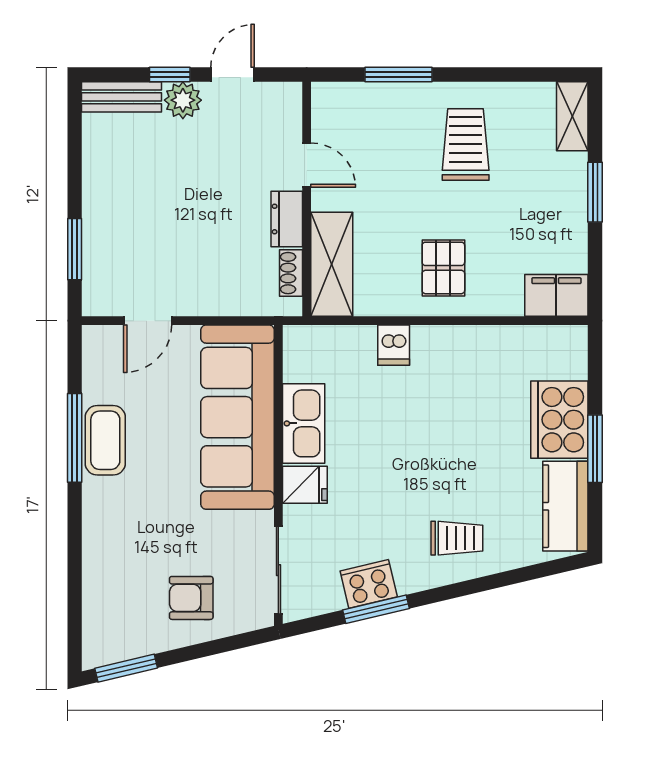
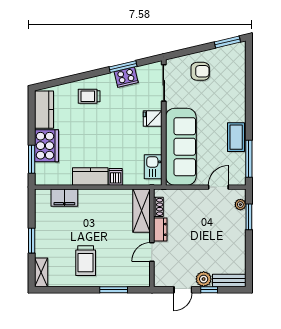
door: (307, 165) -> (152, 252), hinge flipped
pallet: (443, 268) -> (95, 209), removed
plant: (95, 279) -> (240, 205), added
filing cabinet: (556, 295) -> (64, 198), moved
kitchen counter: (455, 346) -> (90, 176), added
kitchen sink: (304, 423) -> (153, 167), moved, width x0.73
window: (75, 438) -> (249, 159), moved
window: (595, 449) -> (32, 159), moved

